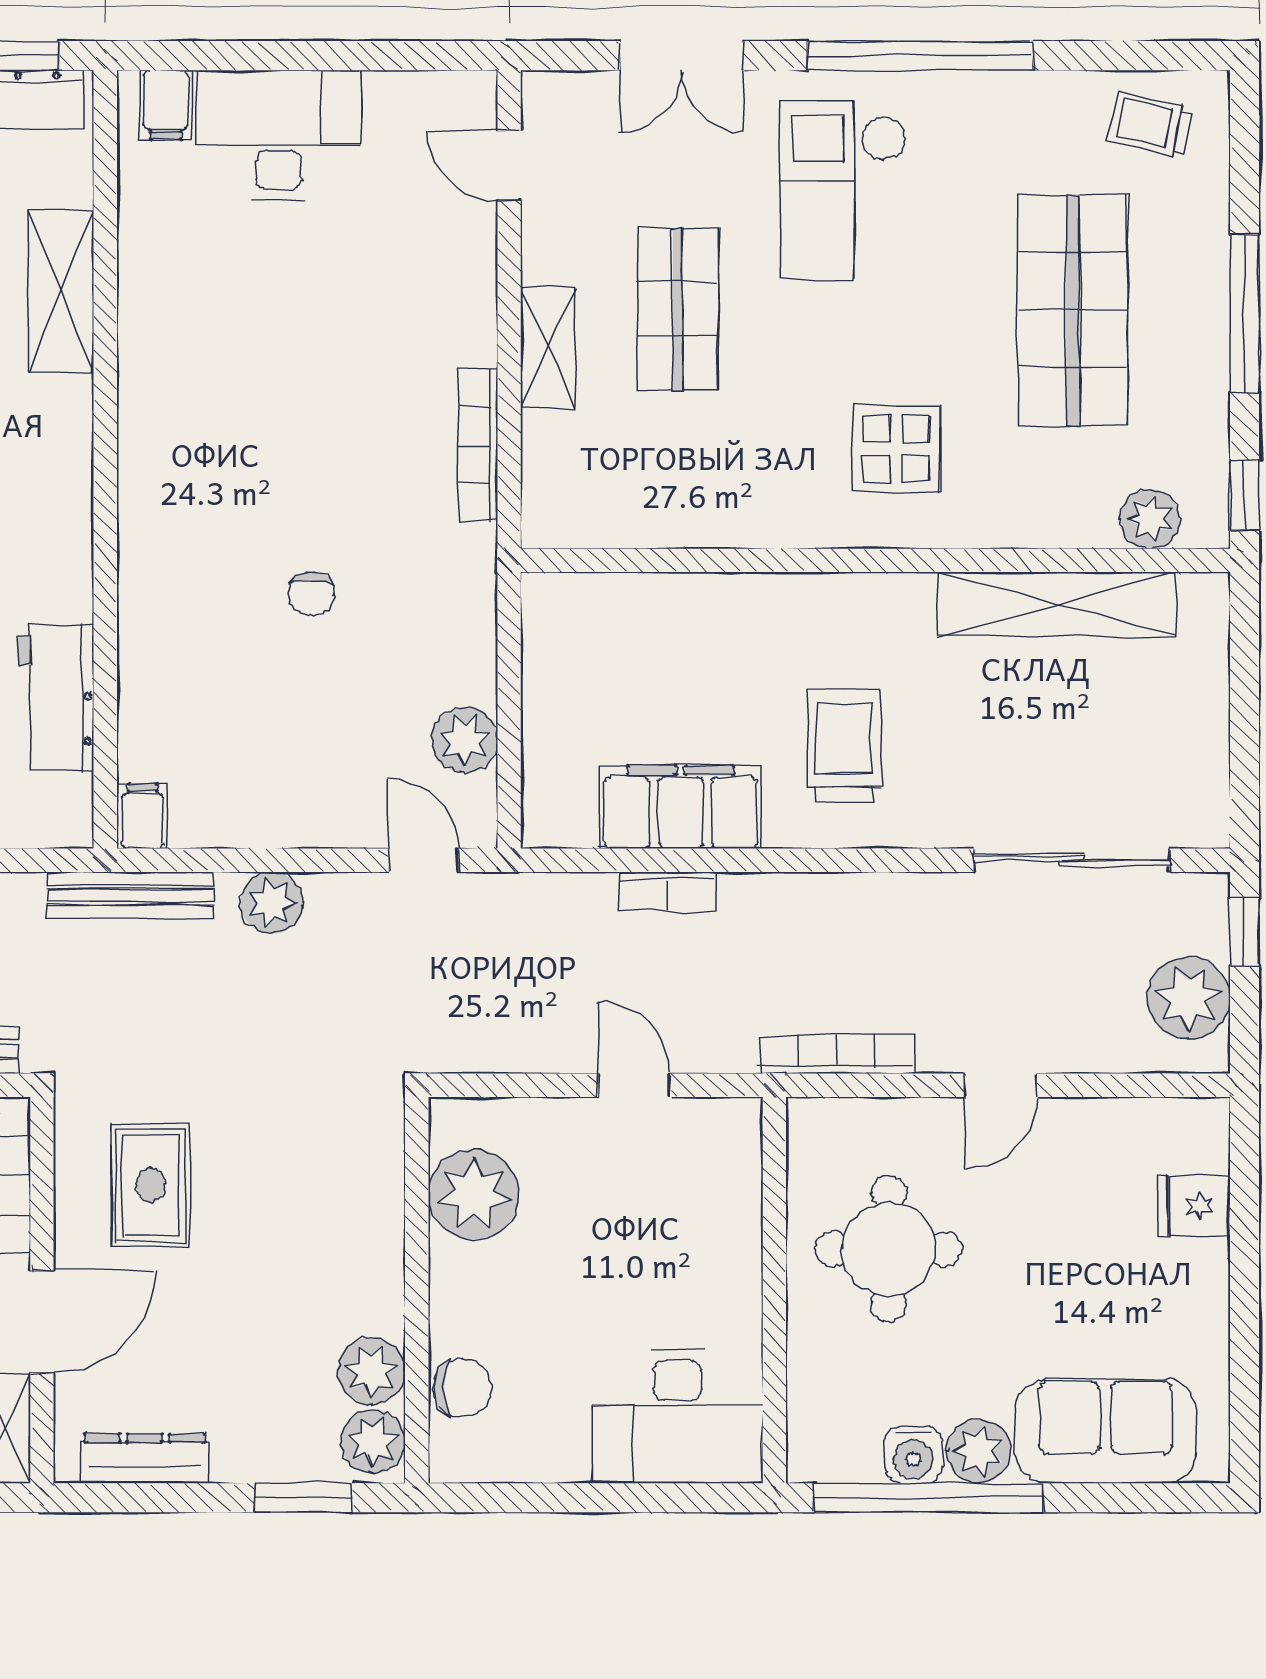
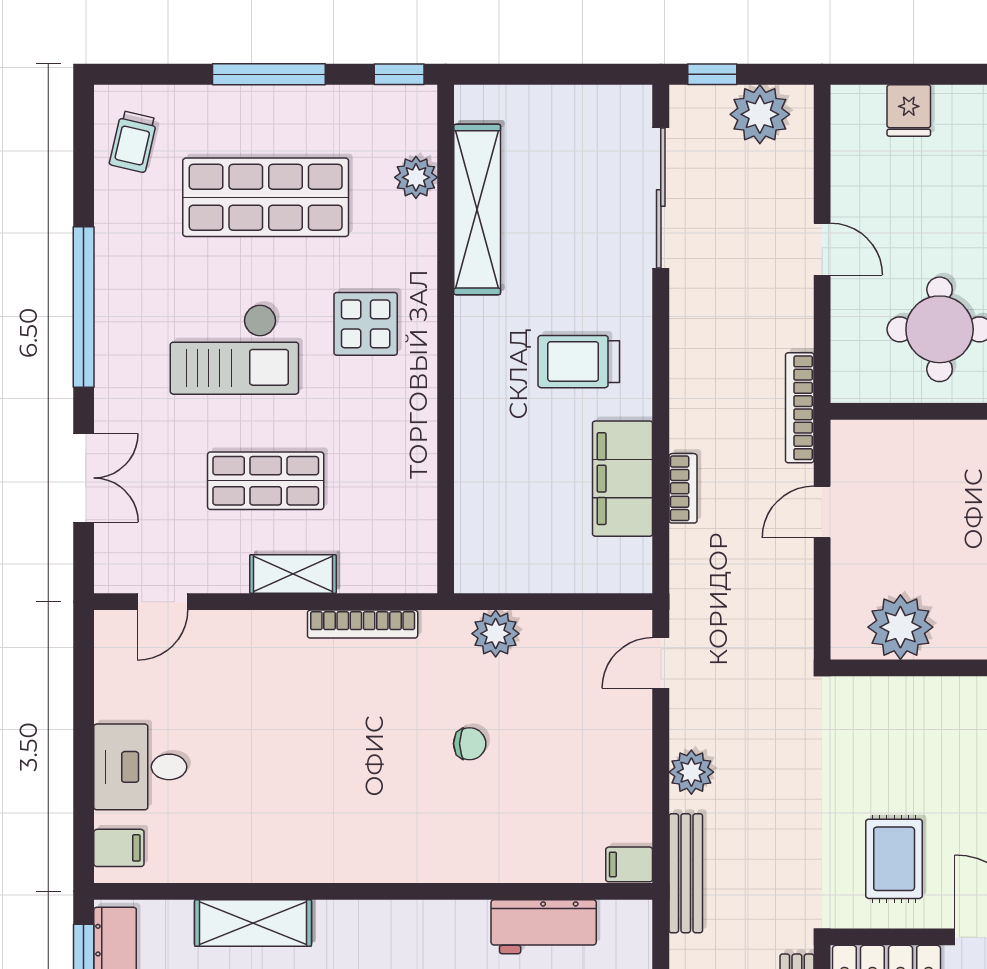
desk: (279, 135) -> (140, 767), width x0.73
checkout: (843, 190) -> (234, 349), moved
plant: (1150, 519) -> (416, 177), moved
plant: (465, 740) -> (496, 634), moved
bookcase: (837, 1054) -> (800, 408), moved
rug: (151, 1185) -> (894, 859), turned 90

